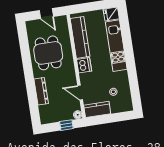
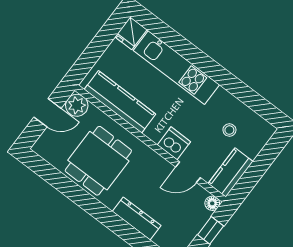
plant: (61, 22) -> (77, 105), added
dining table: (48, 53) -> (98, 161), turned 90
dishwasher: (84, 65) -> (174, 143), moved

